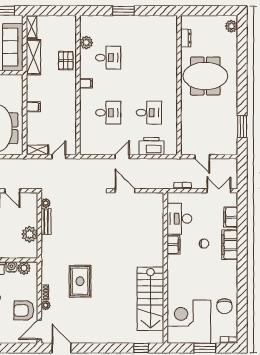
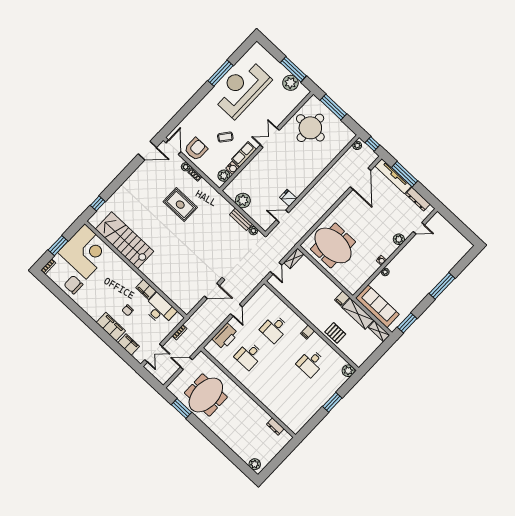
plant: (86, 43) -> (348, 371), moved
meeting table: (205, 76) -> (206, 395), moved
filing cabinet: (33, 107) -> (342, 299), moved

